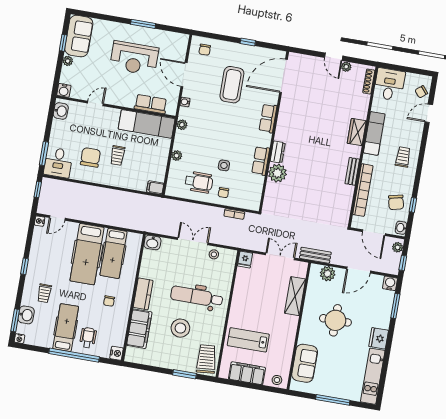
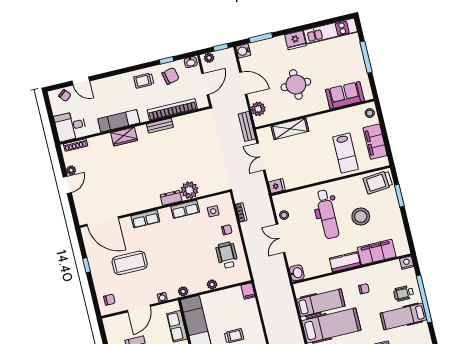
trolley: (403, 157) -> (144, 81), moved
side table: (224, 165) -> (213, 211), moved

